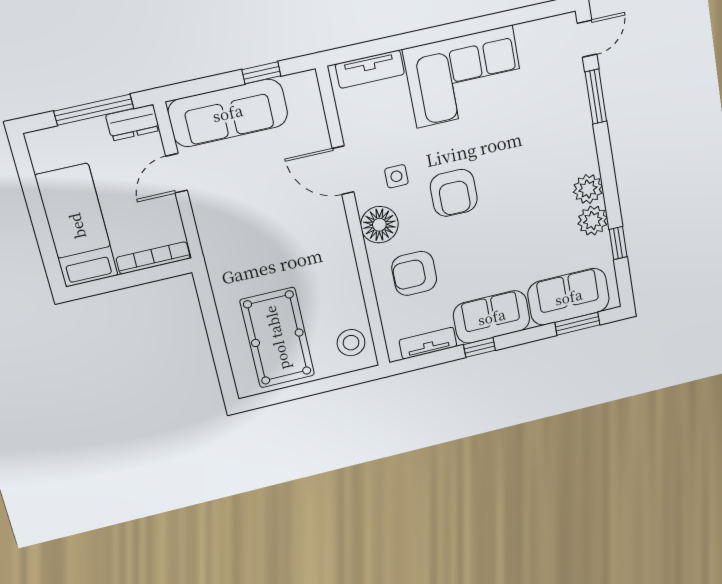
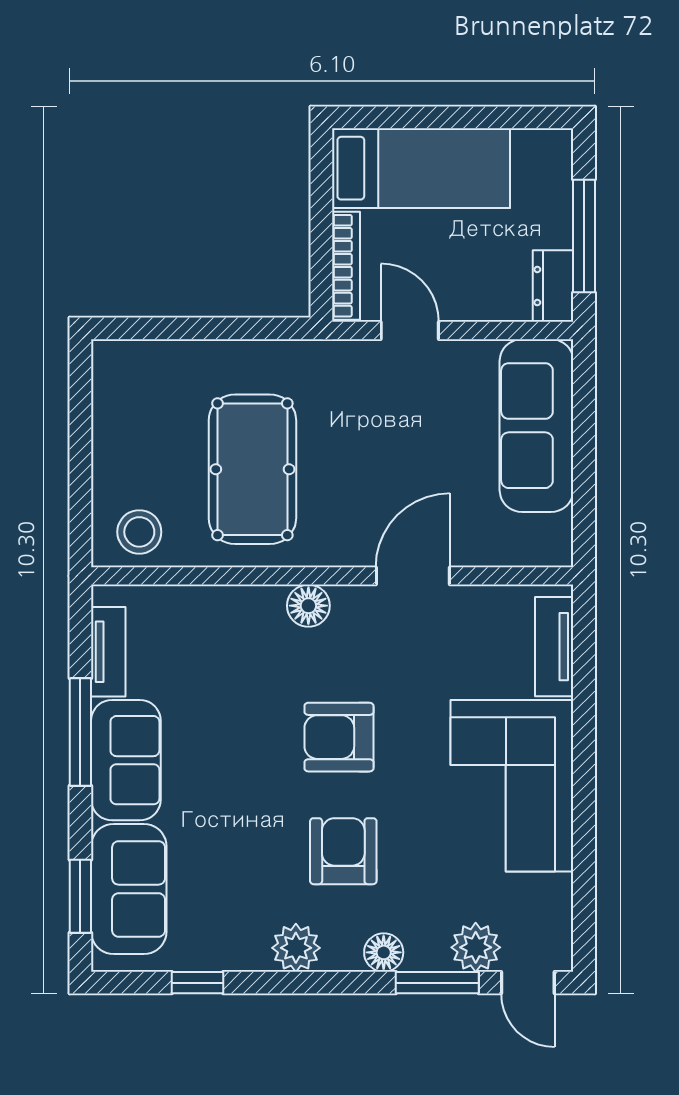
window: (261, 73) -> (584, 487), removed
floor lamp: (582, 134) -> (384, 952), added
door: (177, 173) -> (410, 330), moved
side table: (396, 176) -> (385, 654), removed
plant: (593, 221) -> (476, 947), moved
floor lamp: (379, 225) -> (308, 606), width x0.73, depth x0.73
armchair: (414, 273) -> (343, 851), moved
pool table: (277, 338) -> (252, 469), moved, turned 90
window: (479, 347) -> (80, 732), width x2.17

